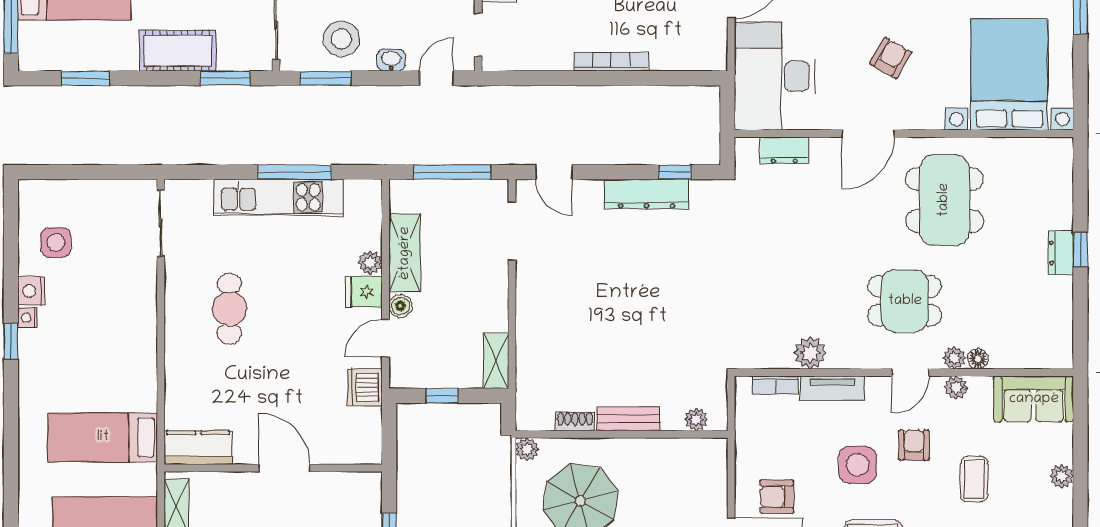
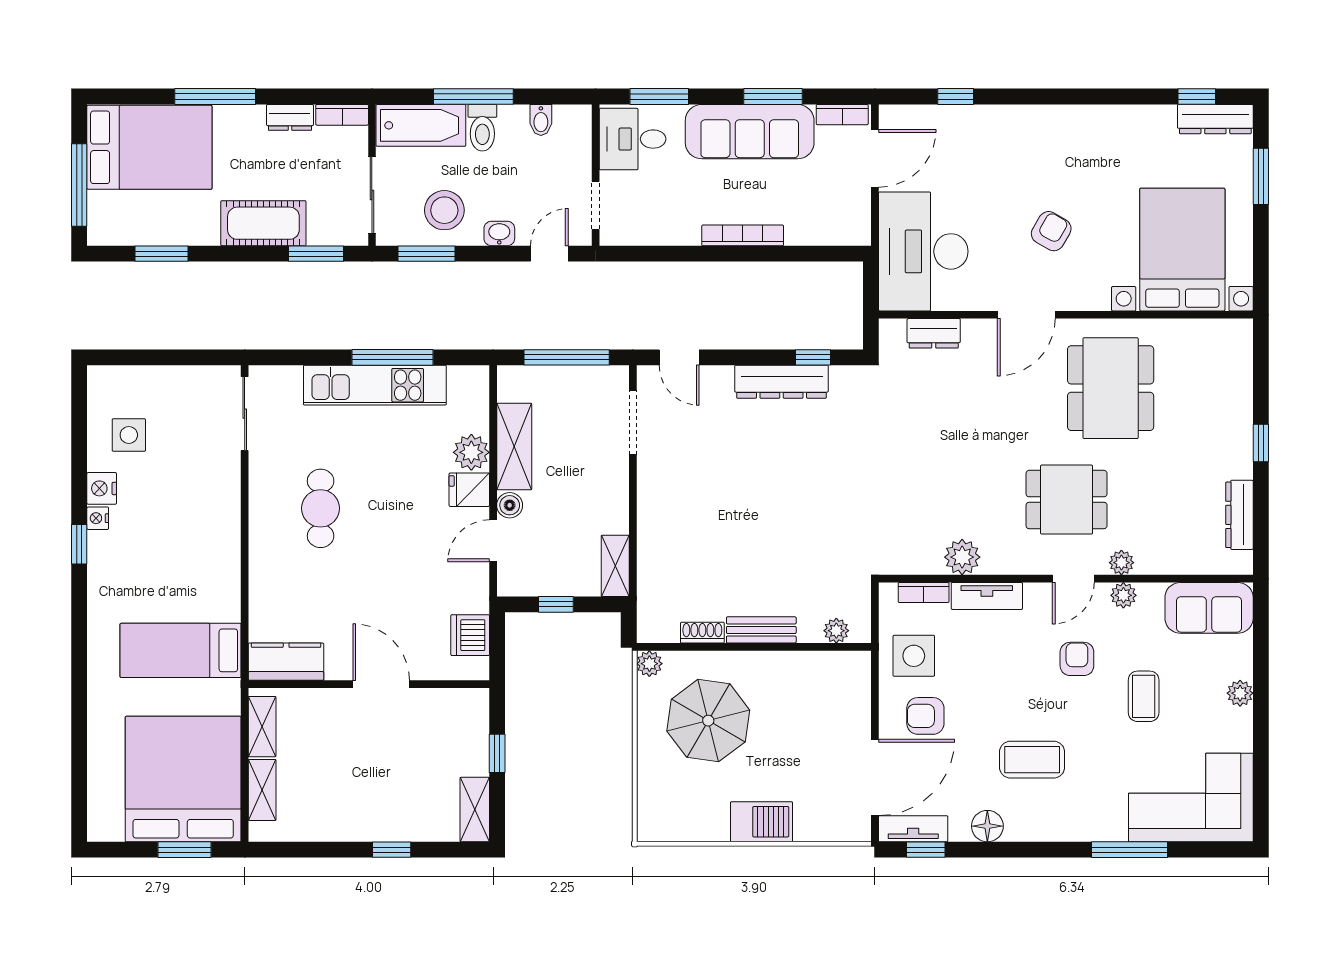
dresser: (1061, 253) -> (1239, 515), moved, width x1.44
plant: (370, 263) -> (471, 452), width x1.38, depth x1.38
floor lamp: (978, 359) -> (1148, 564), removed
dishwasher: (365, 387) -> (470, 635), moved
side table: (858, 465) -> (914, 656), moved

